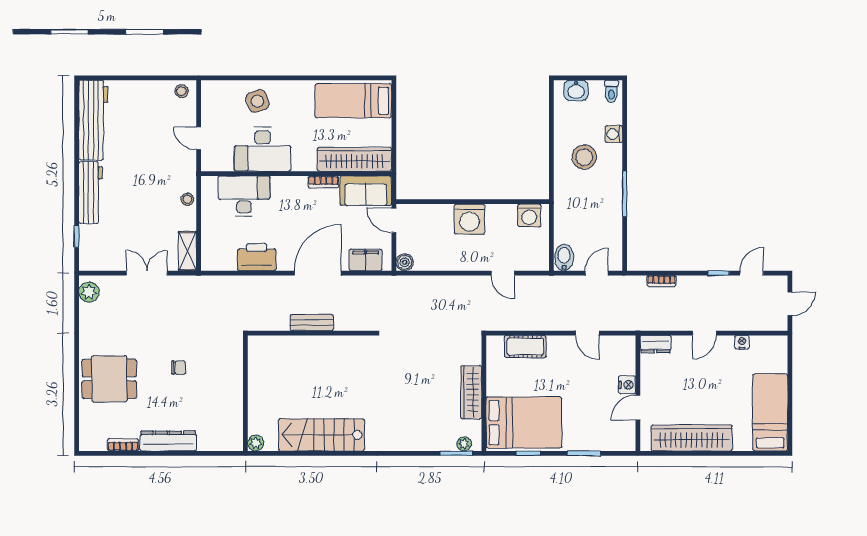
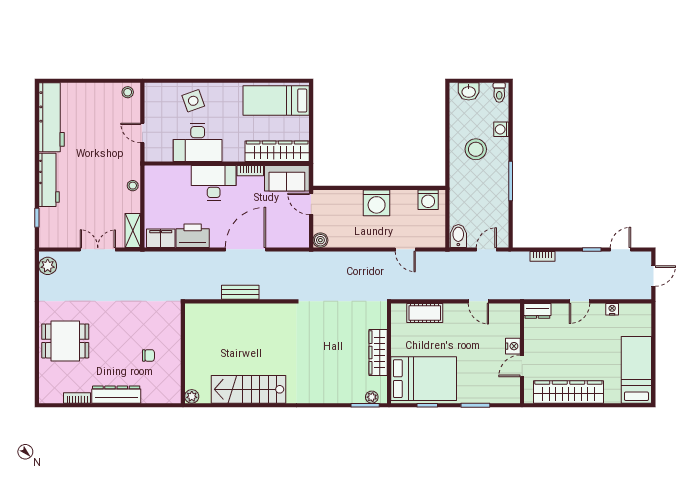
desk: (244, 196) -> (214, 183), moved
filing cabinet: (366, 260) -> (161, 238), moved
chair: (179, 368) -> (148, 355), moved

